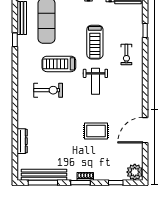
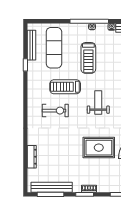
treadmill: (95, 42) -> (88, 58), moved
weight bench: (95, 81) -> (98, 102), turned 180
rug: (96, 131) -> (99, 148), width x1.36, depth x1.43

